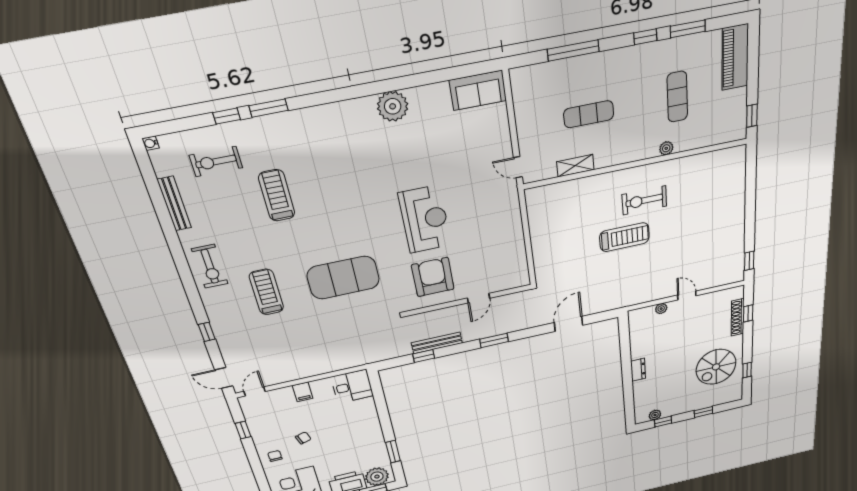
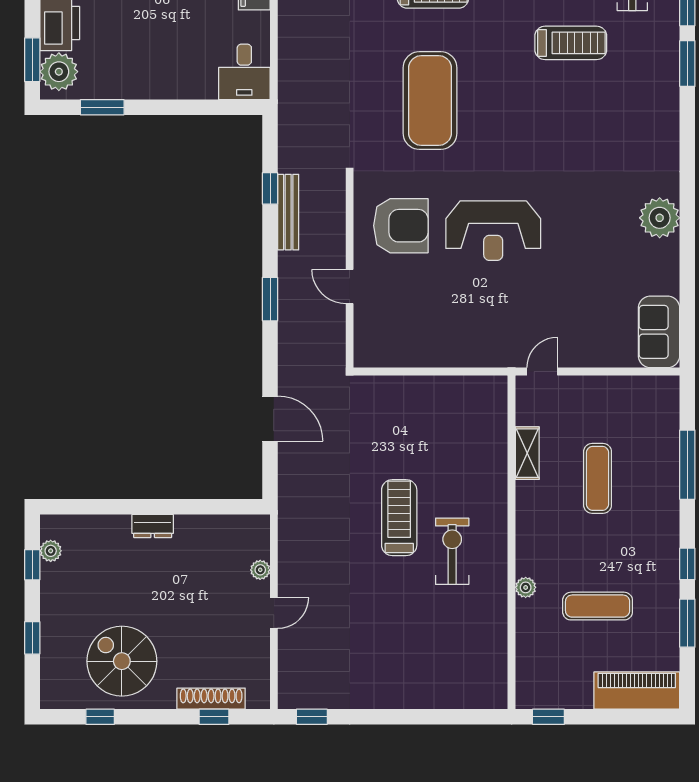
treadmill: (624, 237) -> (399, 518), turned 180

